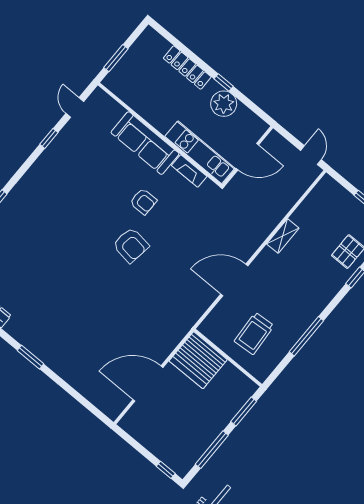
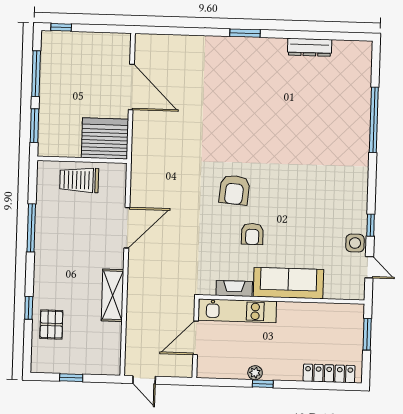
locker: (187, 67) -> (329, 373), moved
plant: (224, 104) -> (255, 373), width x0.53, depth x0.53
side table: (71, 134) -> (355, 243), added
armchair: (143, 201) -> (252, 234), turned -90
shelving: (283, 236) -> (113, 295), width x1.50, depth x1.33
armchair: (131, 245) -> (234, 190), turned -93
trolley: (254, 333) -> (79, 180), moved, turned -86
door: (148, 384) -> (131, 87), hinge flipped

